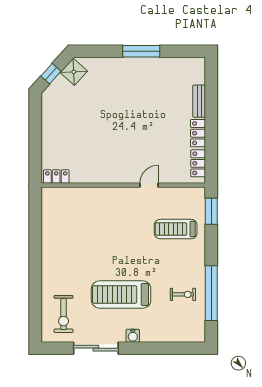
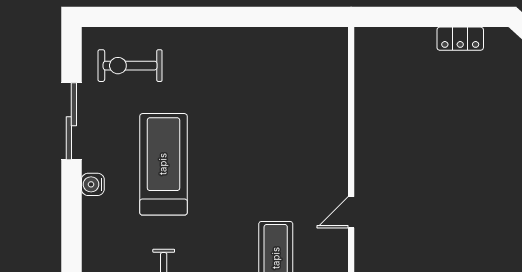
locker: (56, 176) -> (460, 39), moved, turned 90
door: (149, 185) -> (351, 212), swing flipped

